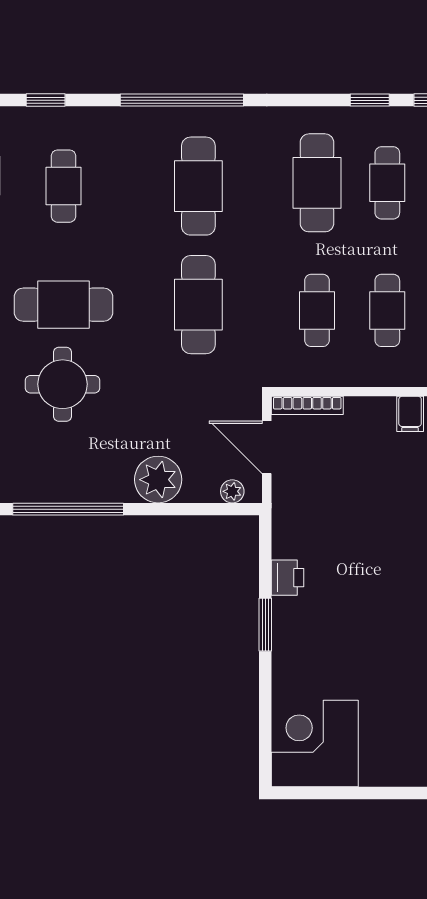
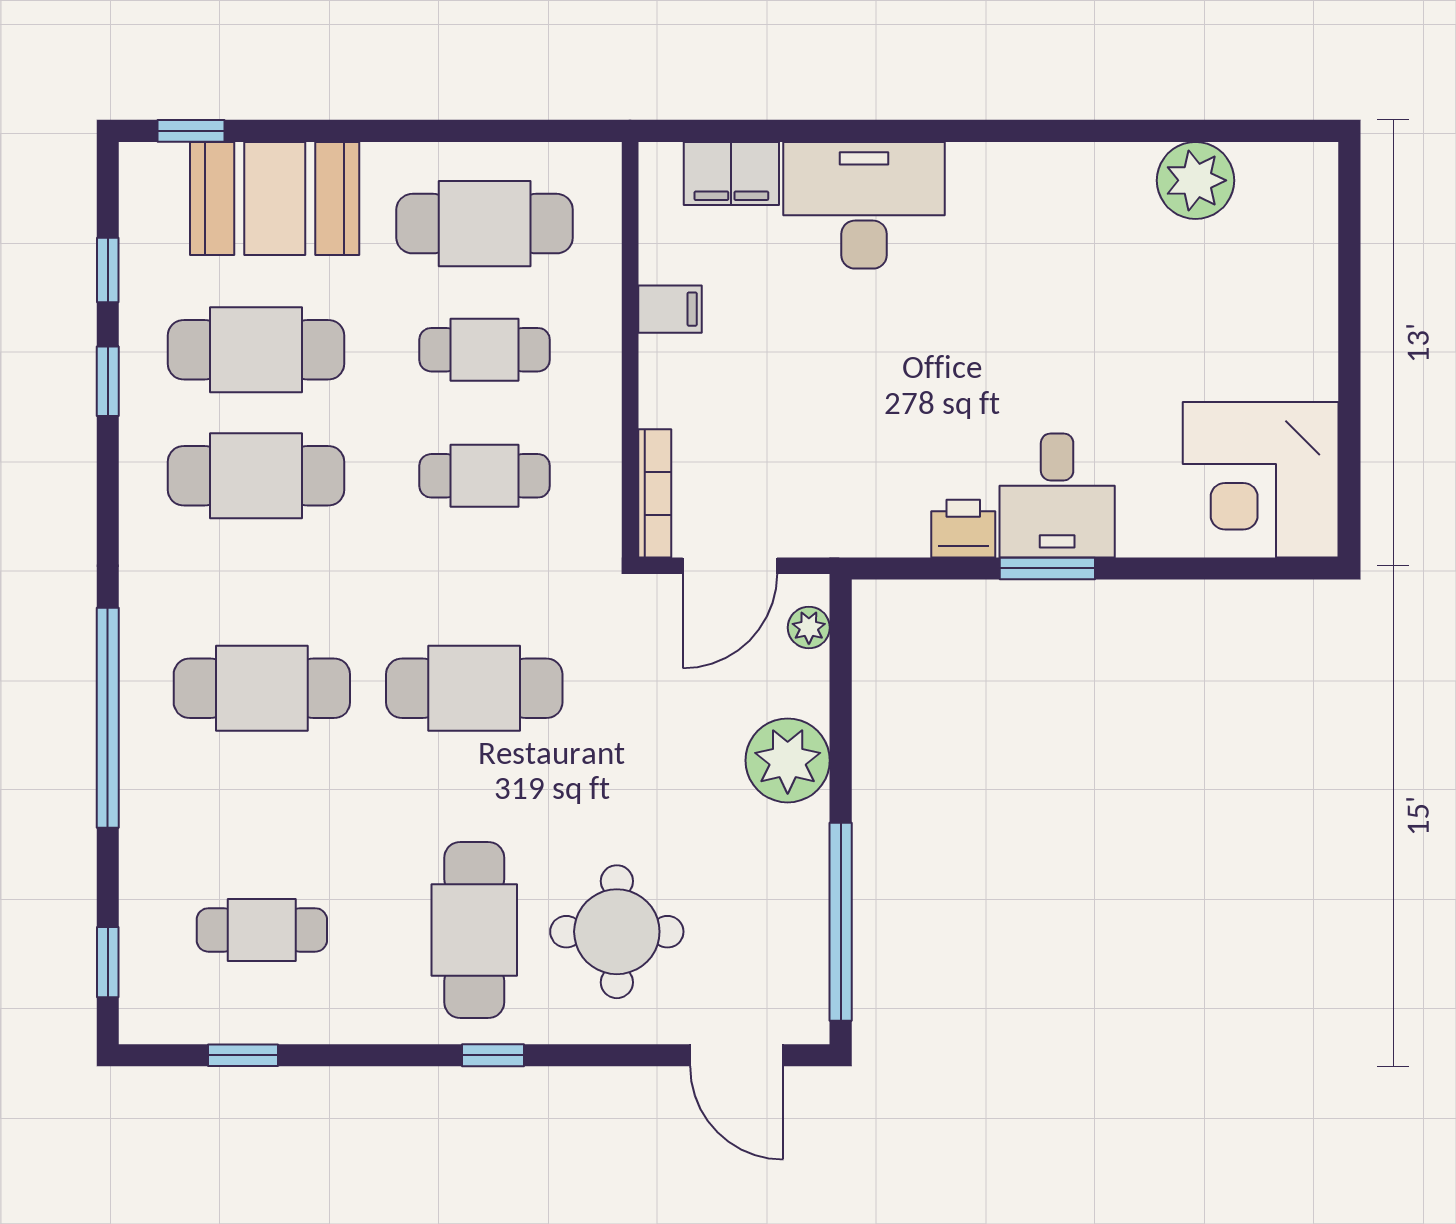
cafe table: (387, 183) -> (256, 350), width x1.37, depth x1.35
desk: (306, 630) -> (1057, 495), added

